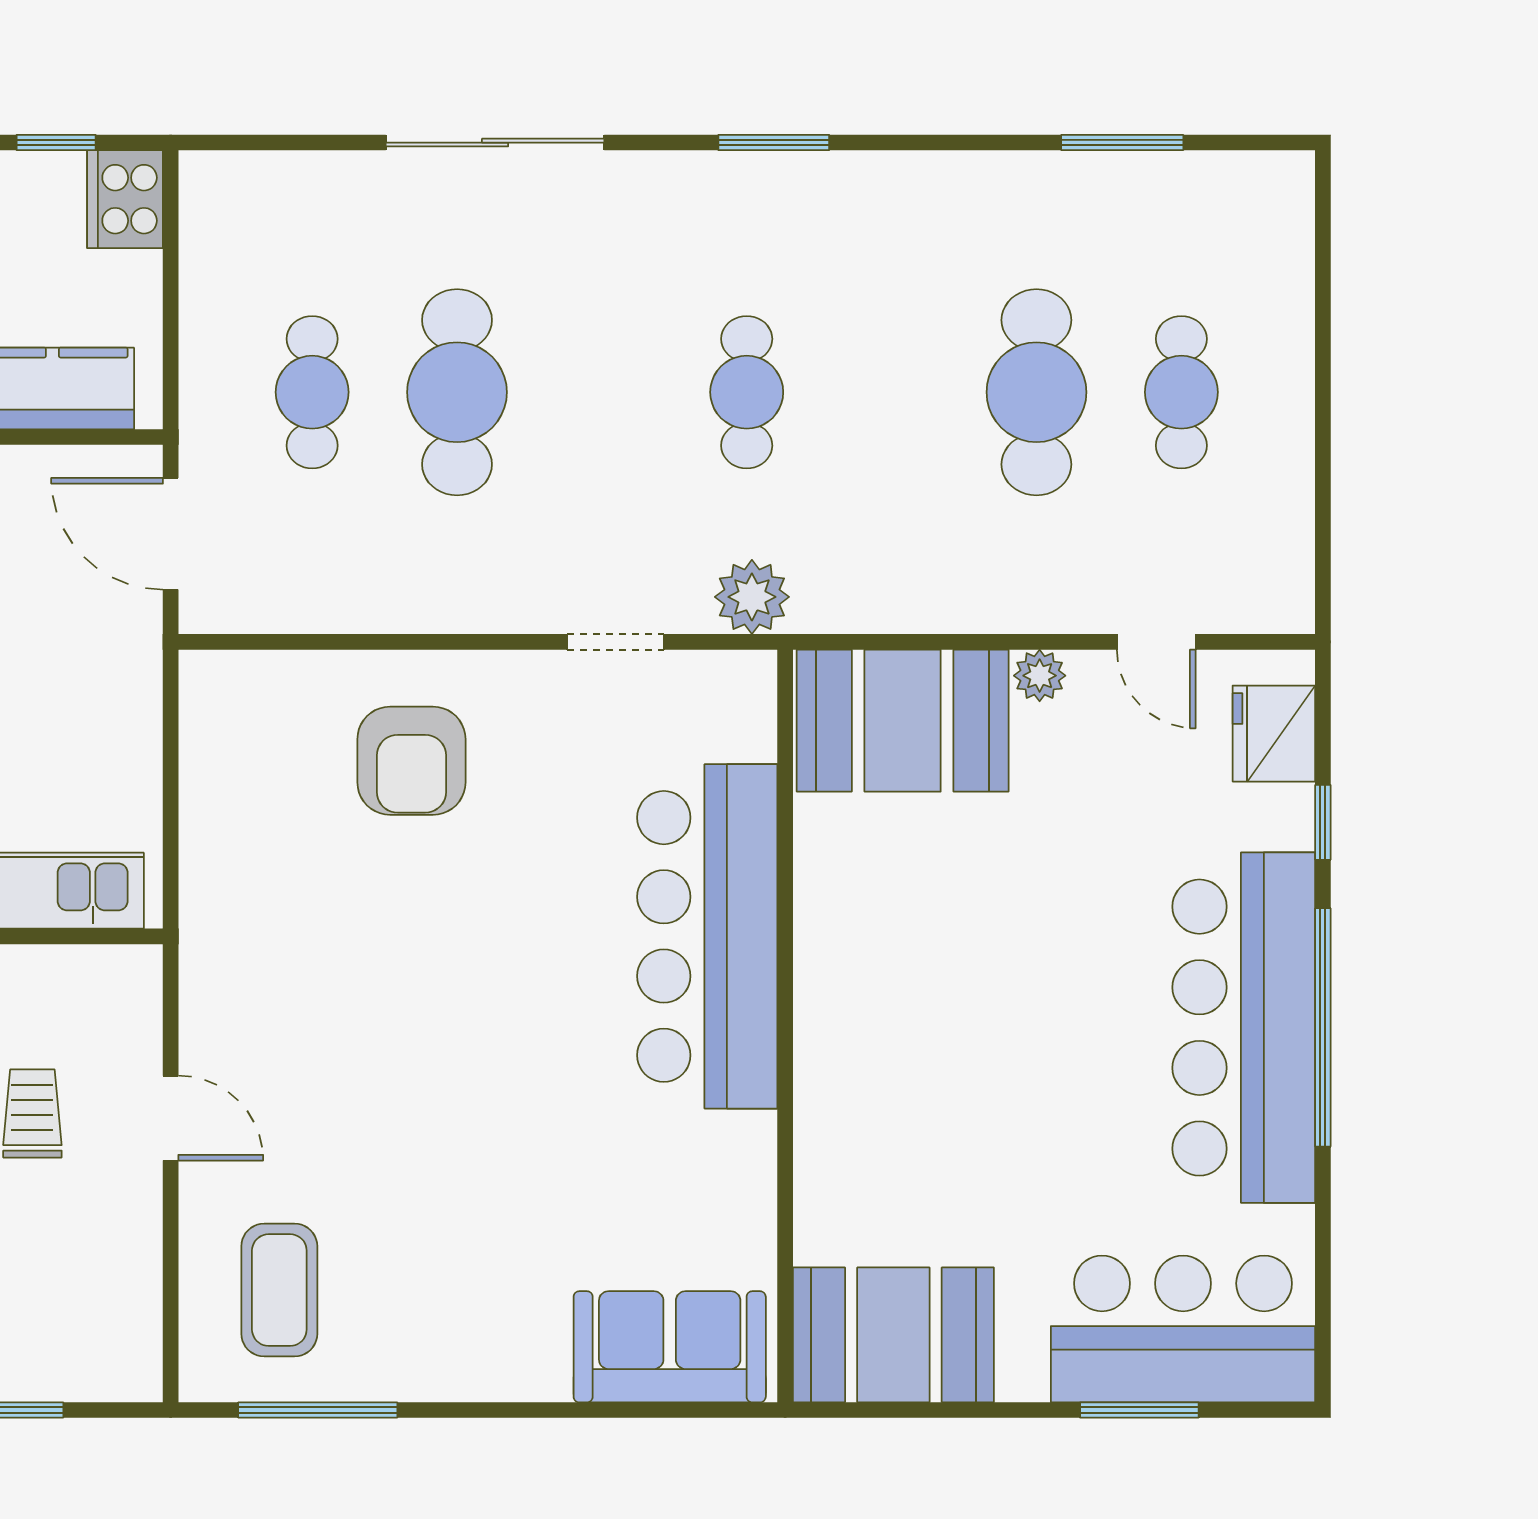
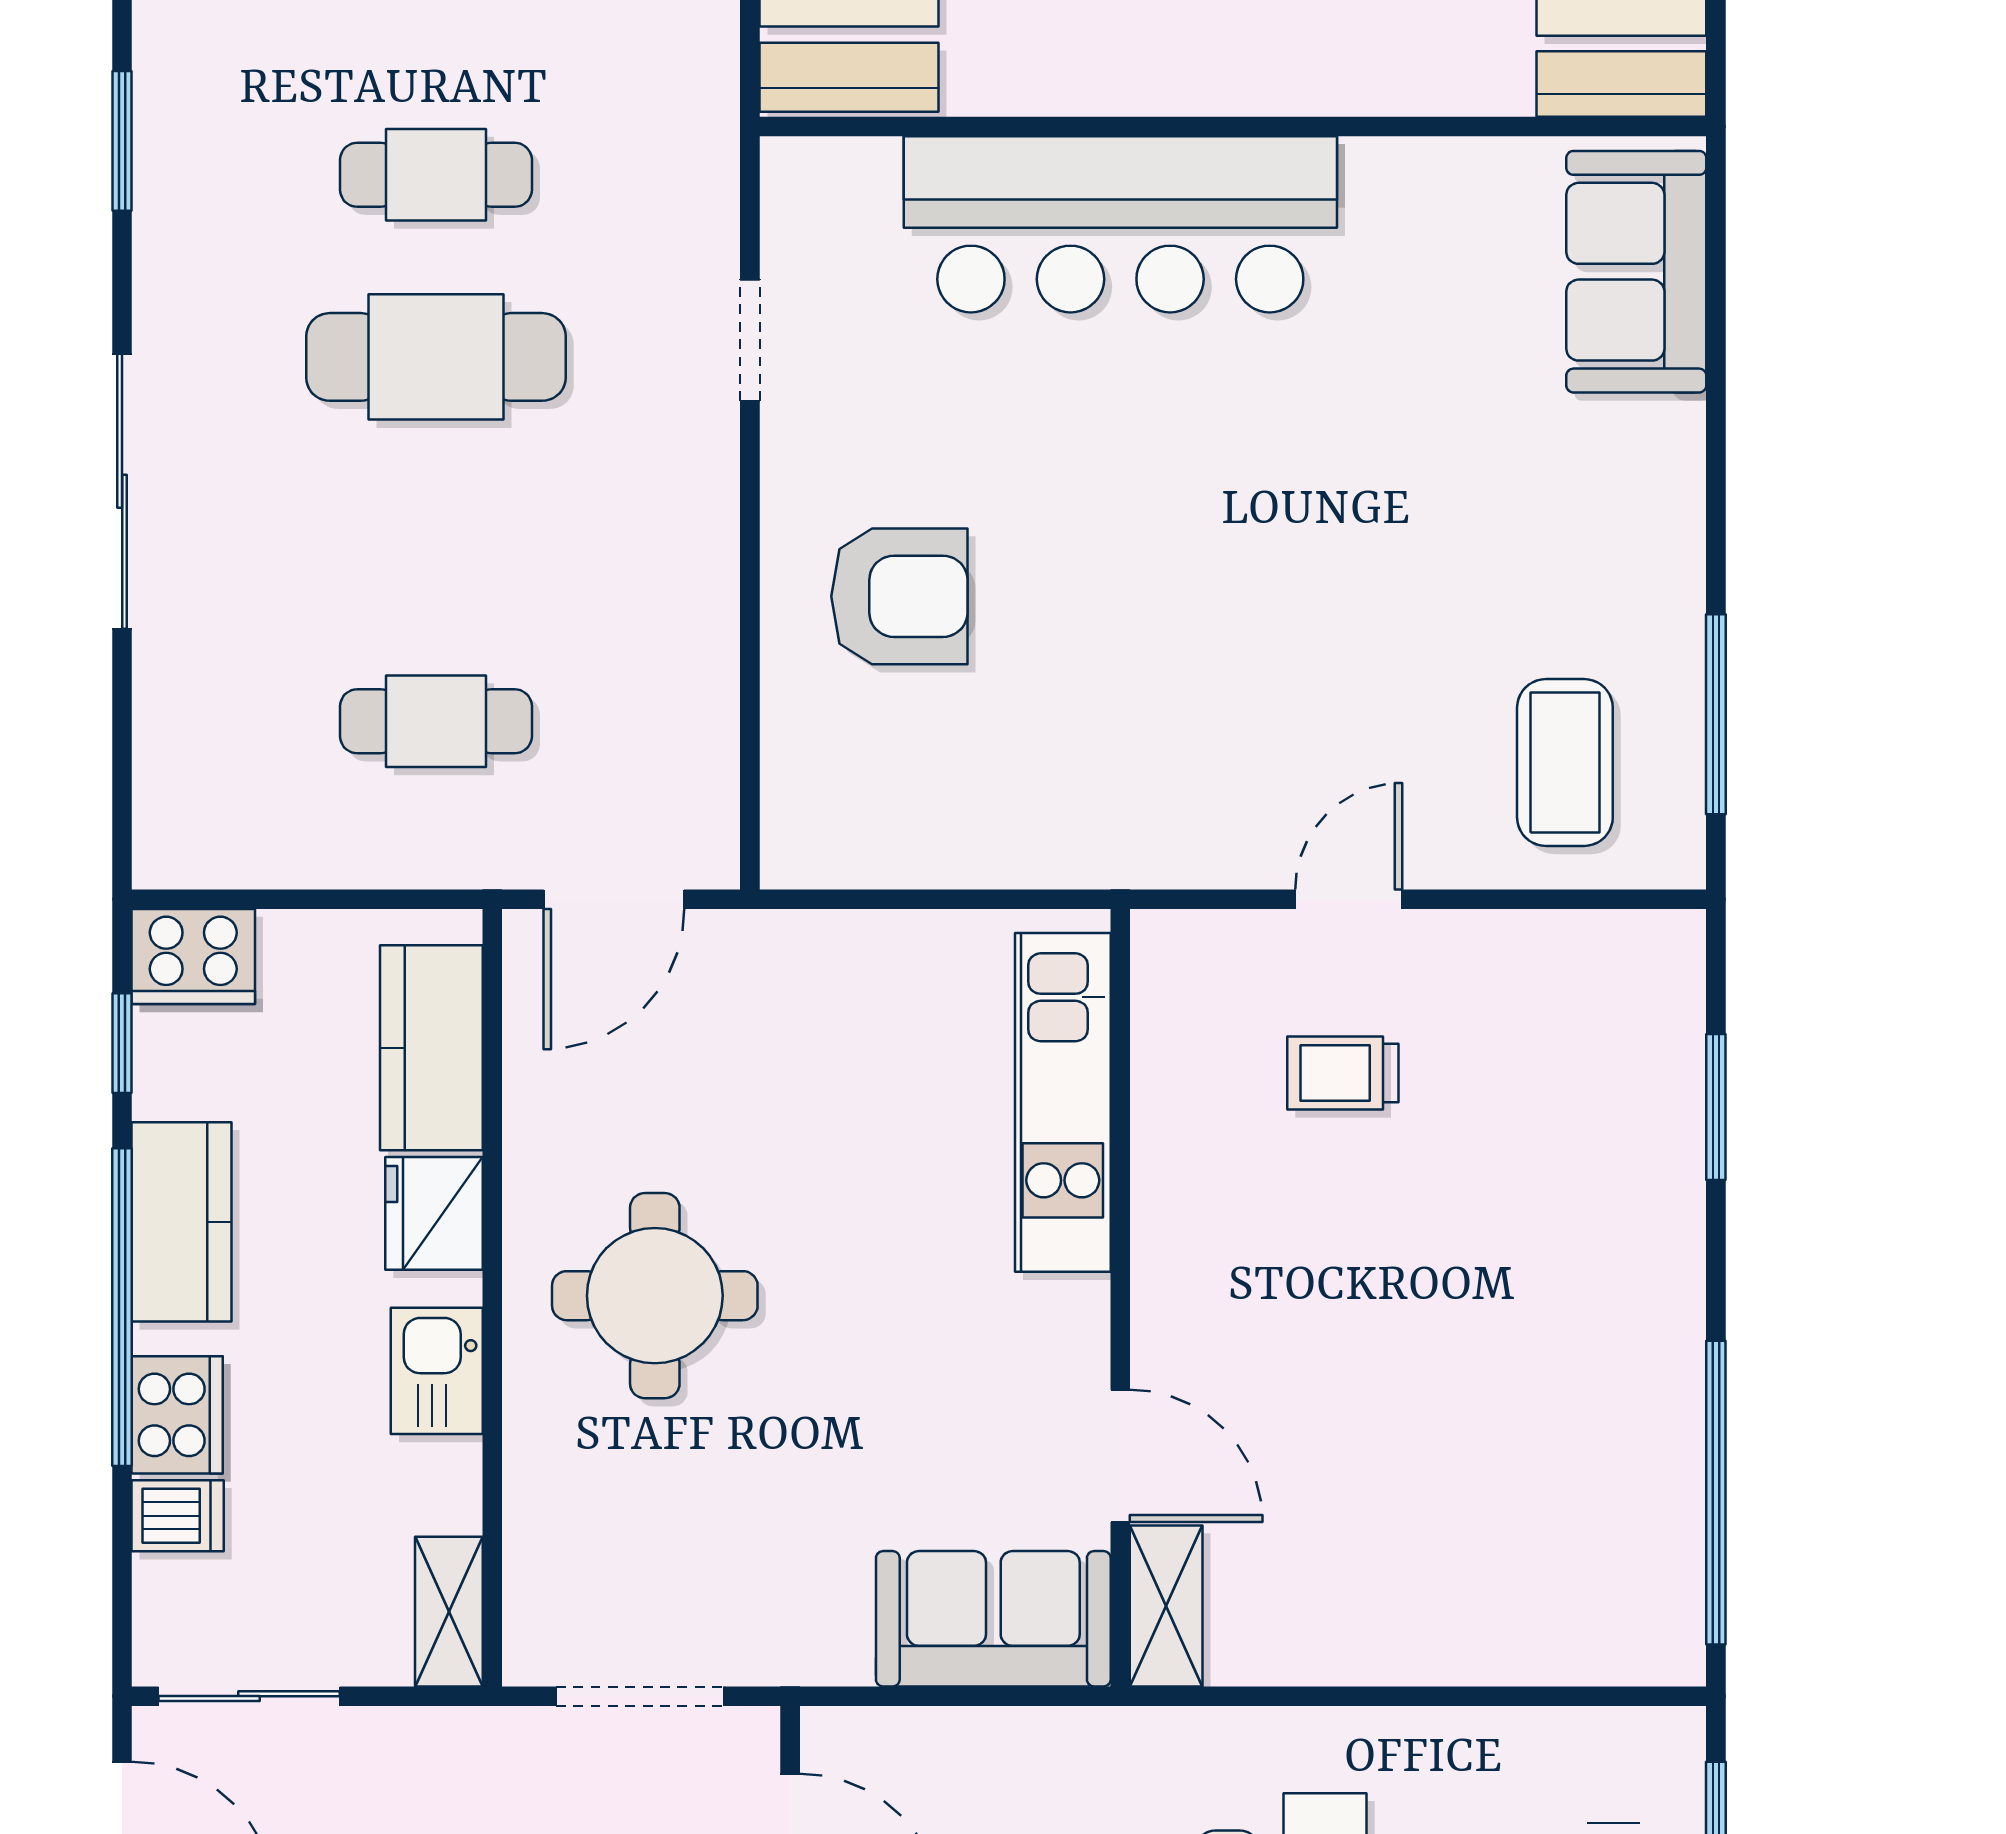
cafe table: (457, 392) -> (436, 357), moved
plant: (752, 597) -> (693, 168), removed
coffee table: (279, 1290) -> (1565, 763), turned 90

